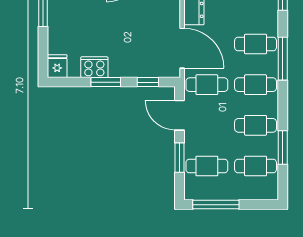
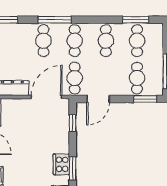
window: (106, 82) -> (73, 168), moved
window: (283, 148) -> (136, 20), moved
window: (180, 158) -> (145, 99), moved

